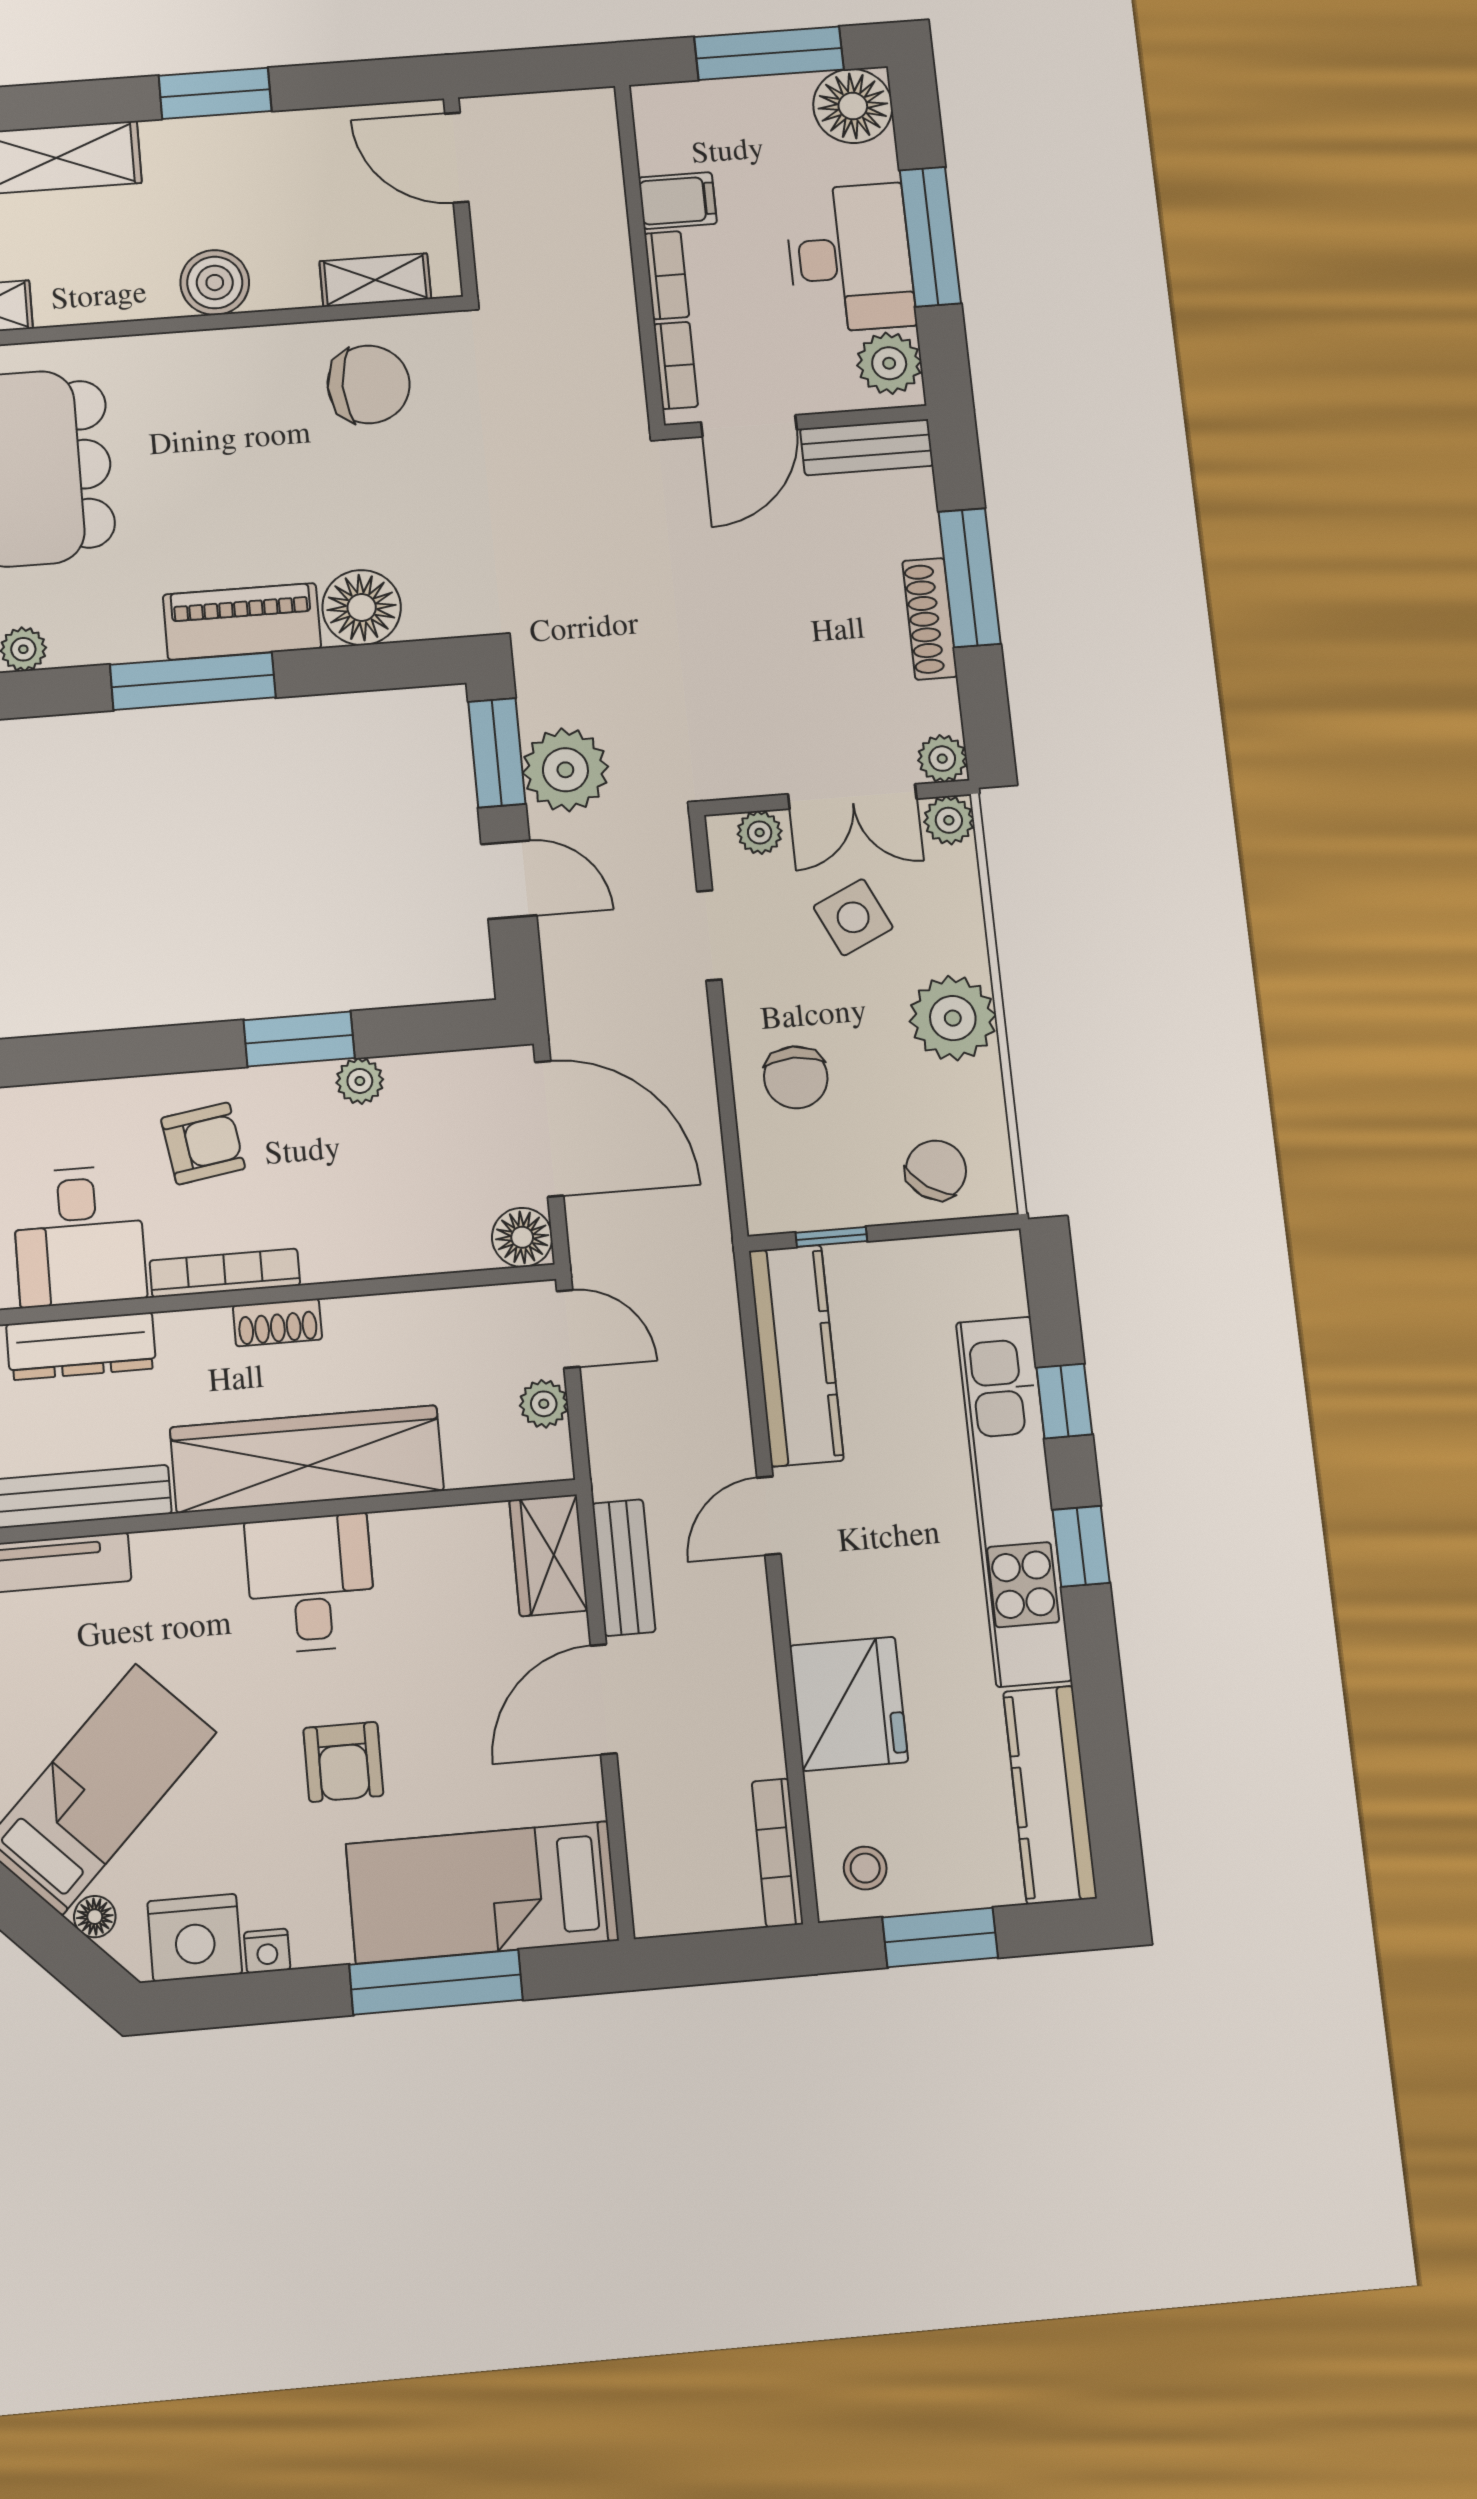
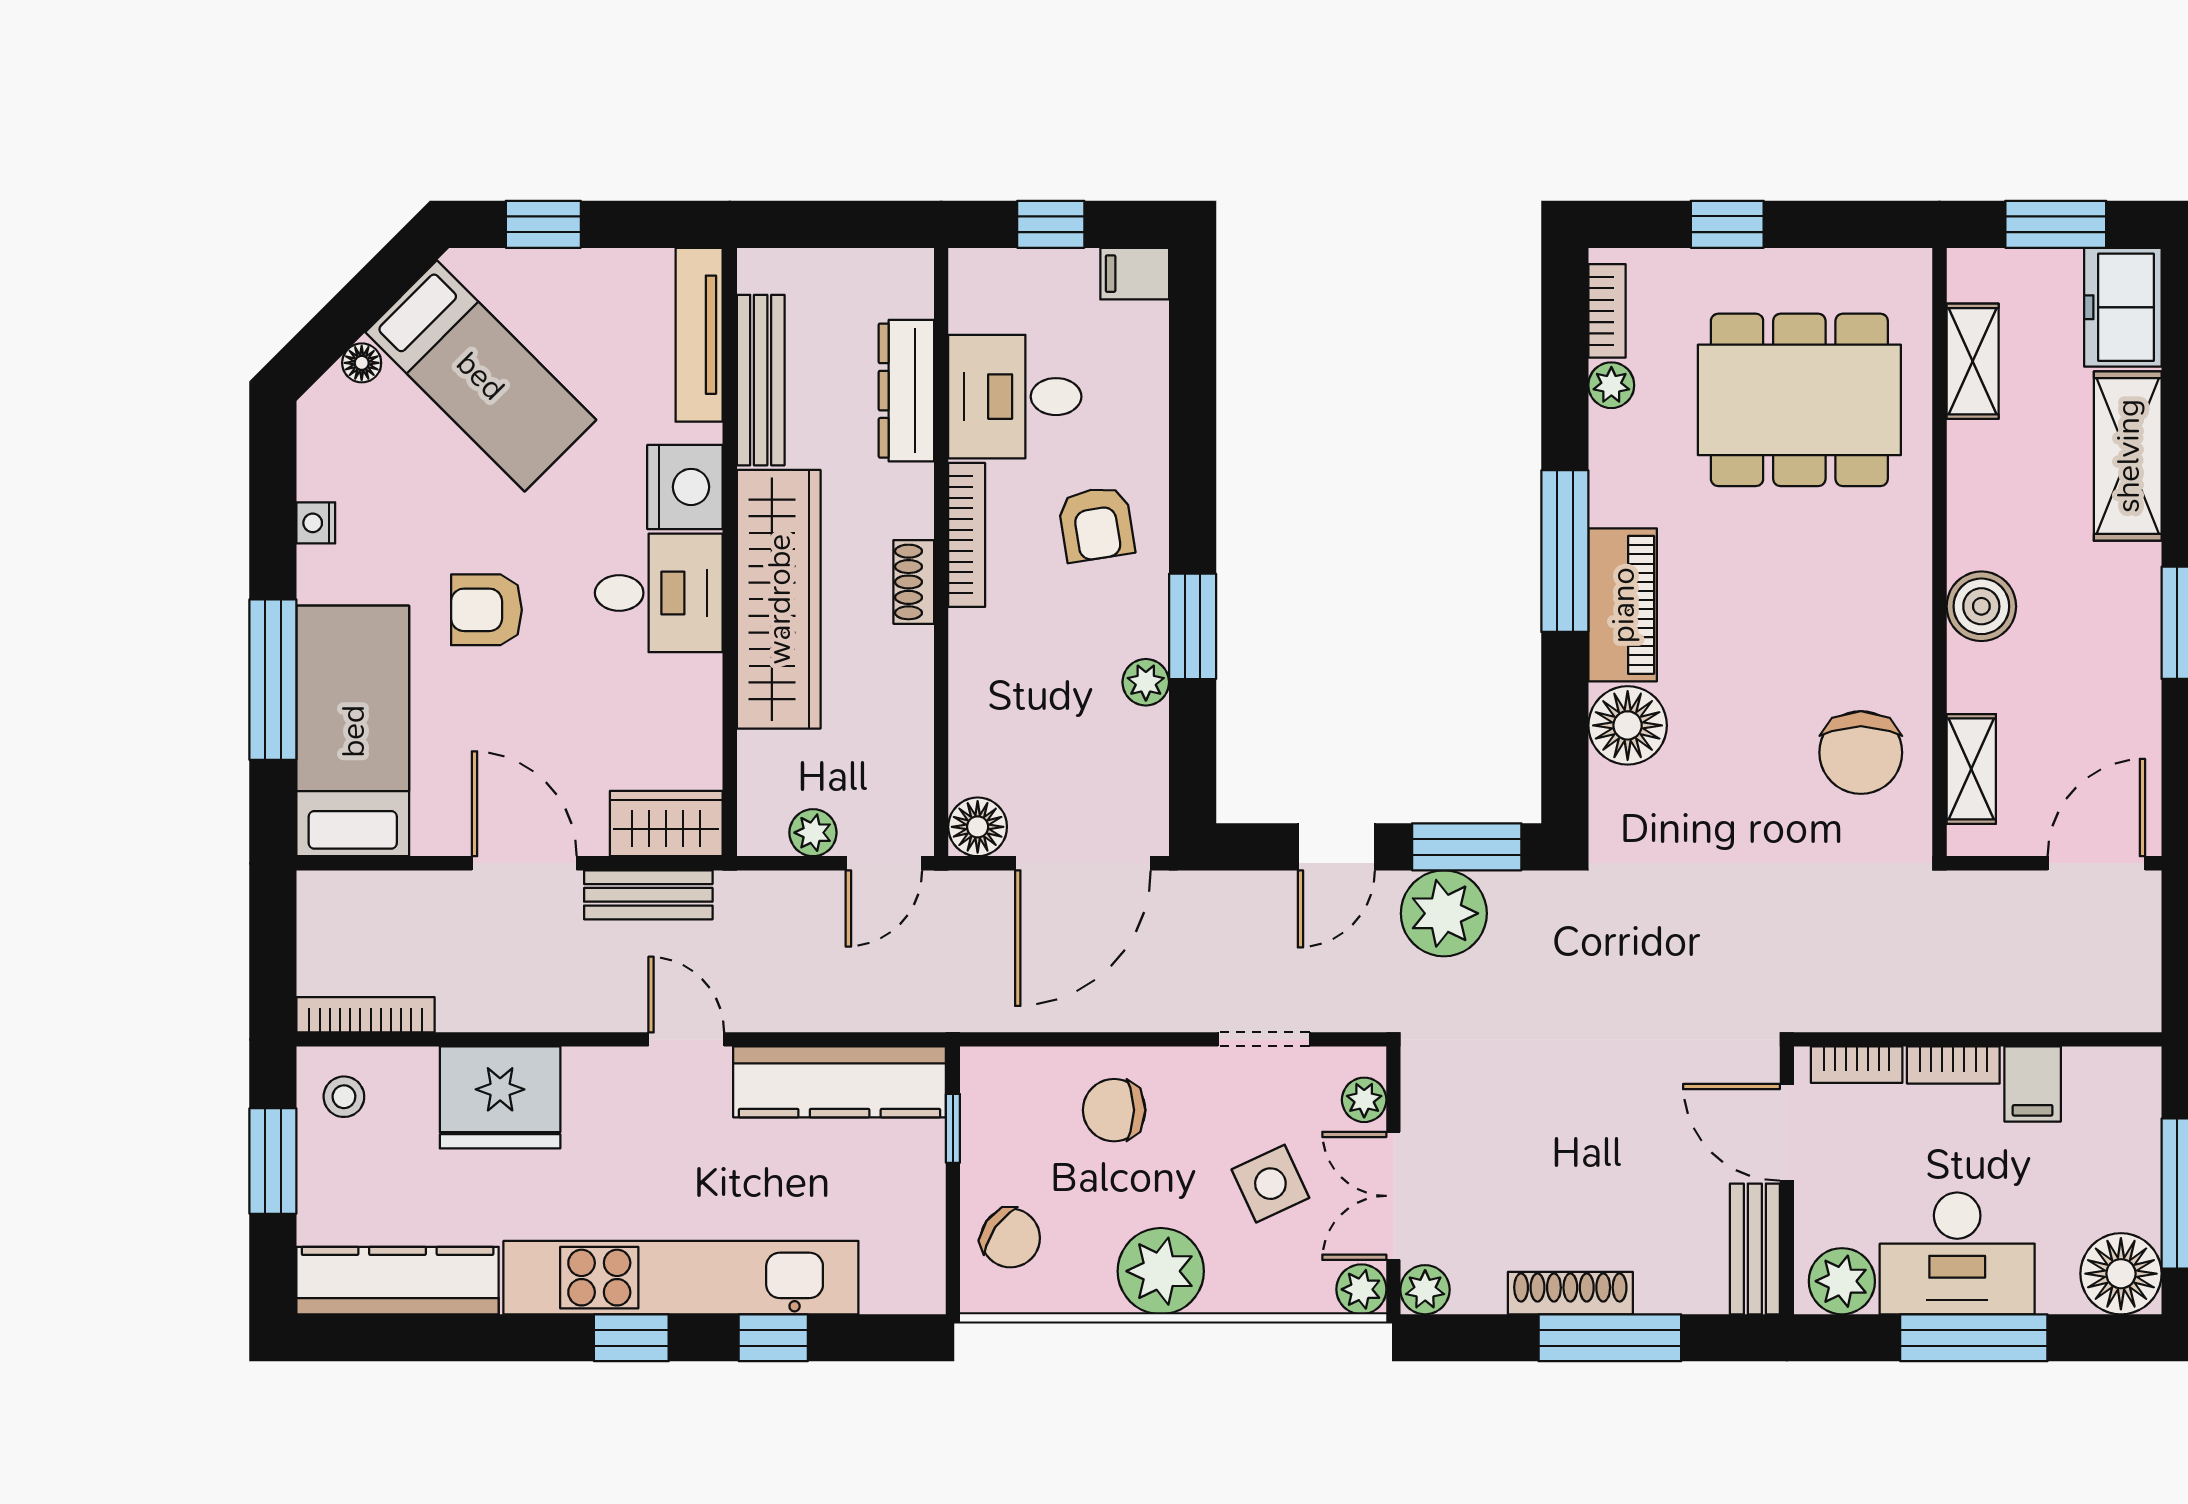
nightstand: (195, 1938) -> (685, 487), moved, turned 180

